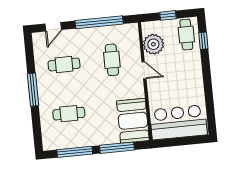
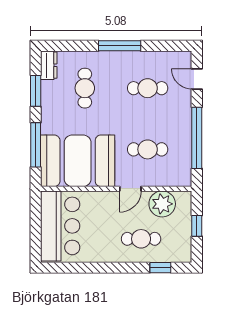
cafe table: (186, 35) -> (141, 239), moved
cafe table: (64, 65) -> (148, 88), turned 90
booth: (133, 121) -> (78, 161), width x1.36, depth x1.42
dresser: (54, 144) -> (49, 65), added
window: (75, 152) -> (36, 91), width x0.69

